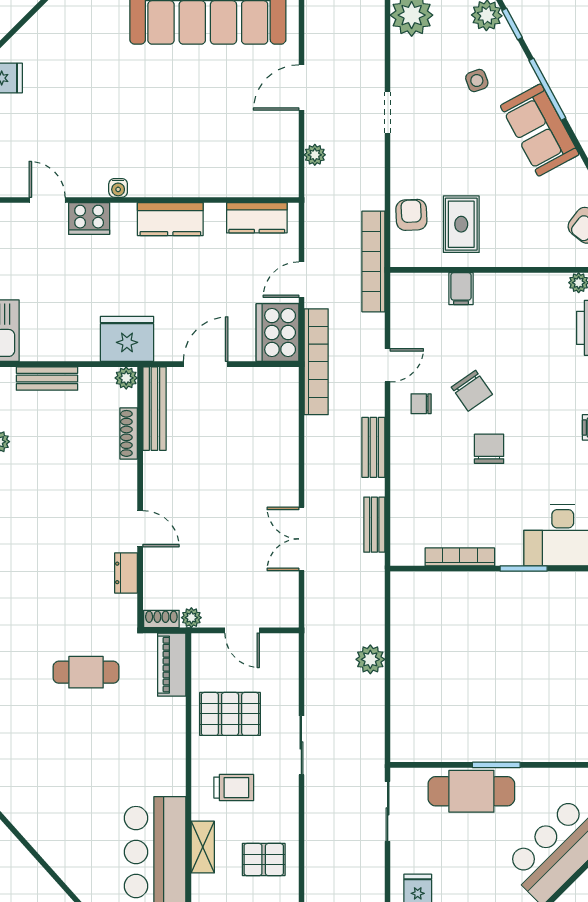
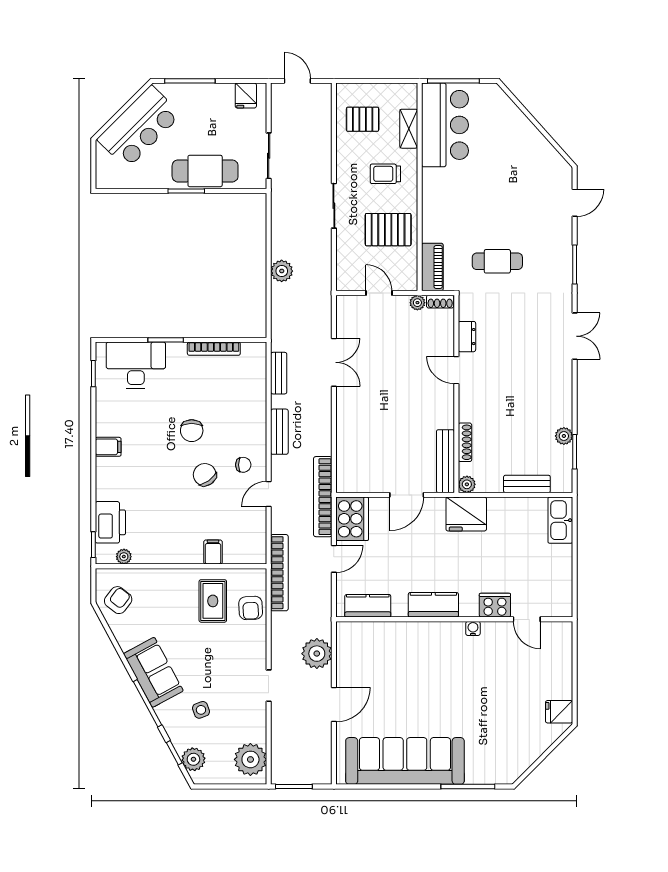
plant: (315, 155) -> (317, 654), width x1.88, depth x1.88

